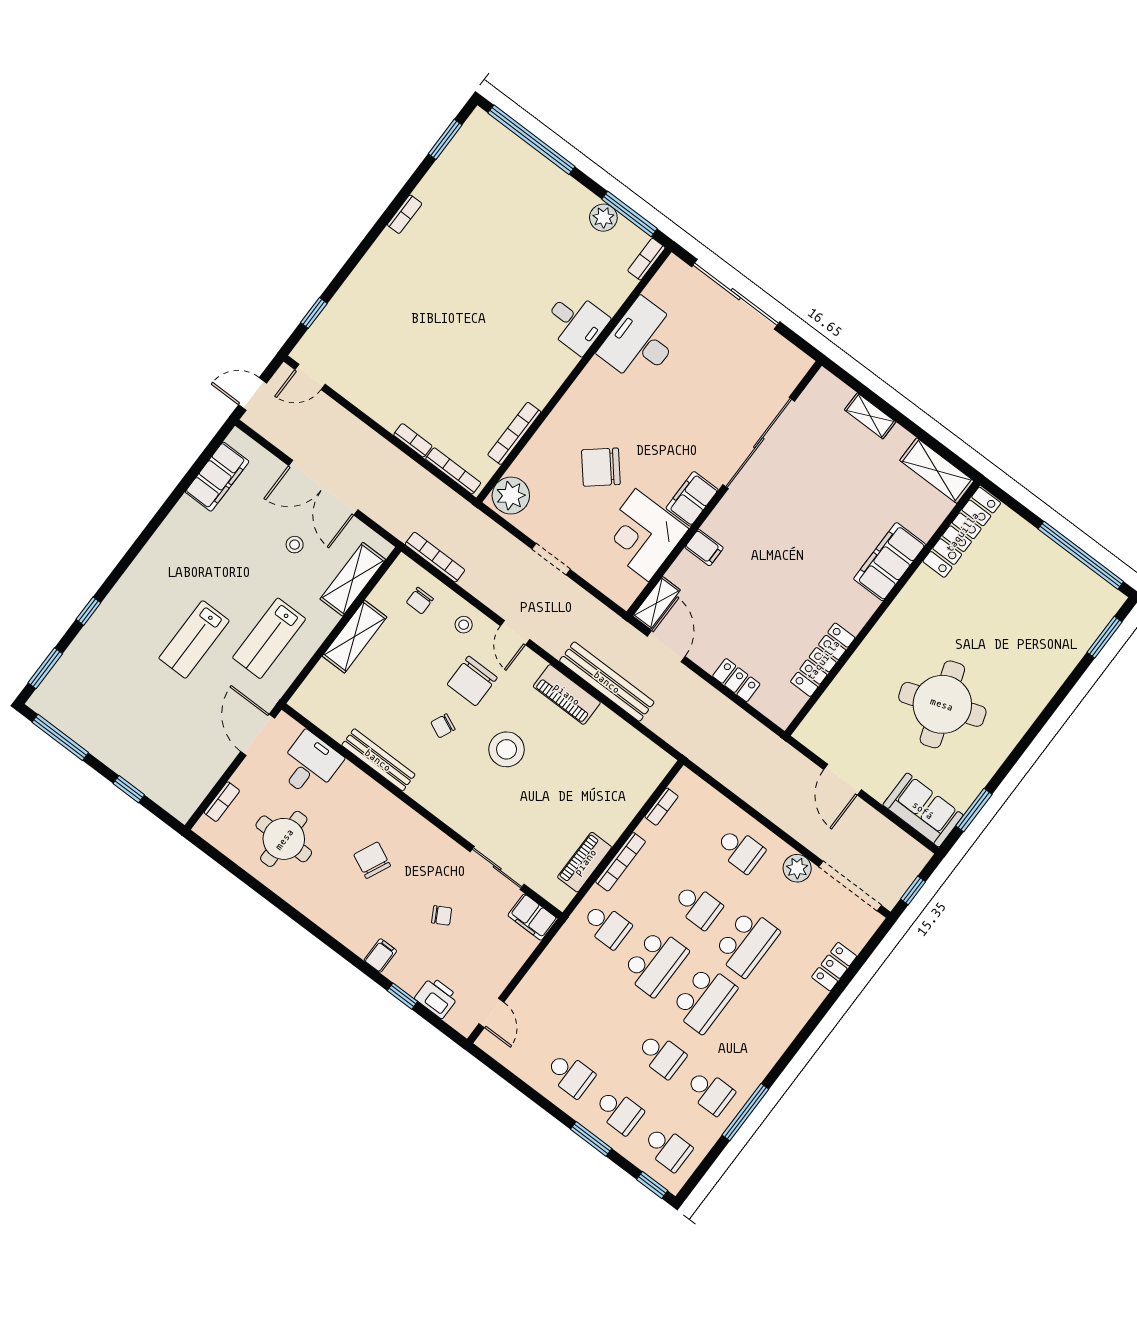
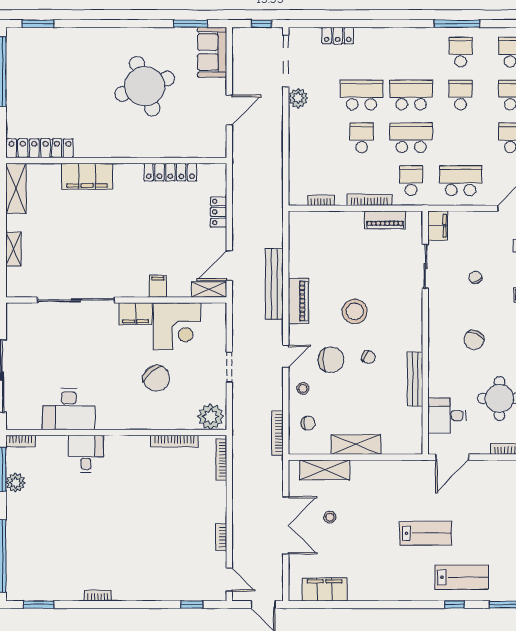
bookcase: (413, 440) -> (221, 537), moved
lab bench: (269, 638) -> (462, 577), moved
school desk: (740, 850) -> (461, 181), moved, width x1.85

